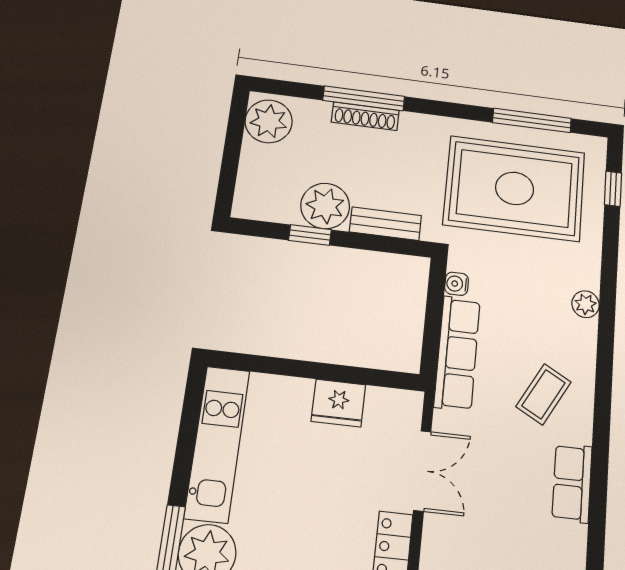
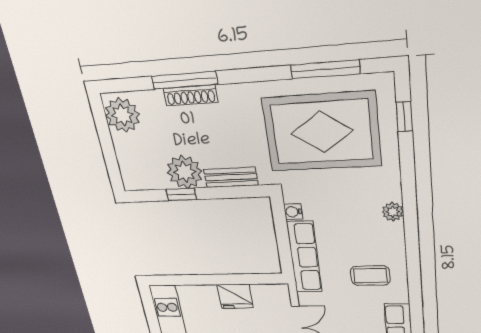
coffee table: (544, 394) -> (370, 276), turned 61

